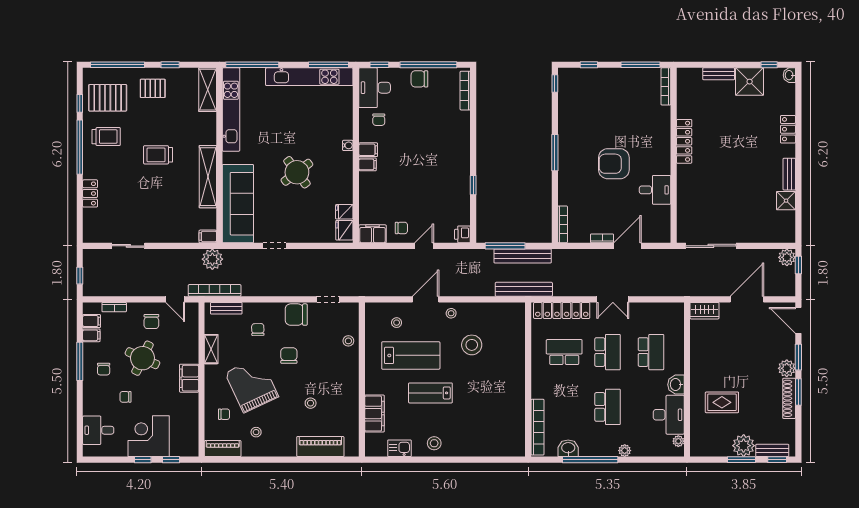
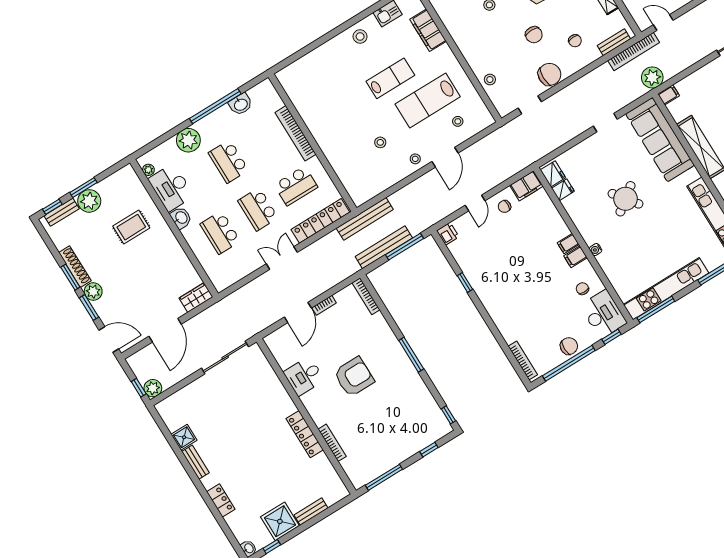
bookcase: (666, 86) -> (332, 443), moved
stool: (472, 345) -> (380, 142), width x0.53, depth x0.53
bookcase: (537, 427) -> (295, 133), moved
plant: (625, 451) -> (188, 140), width x1.87, depth x1.87

